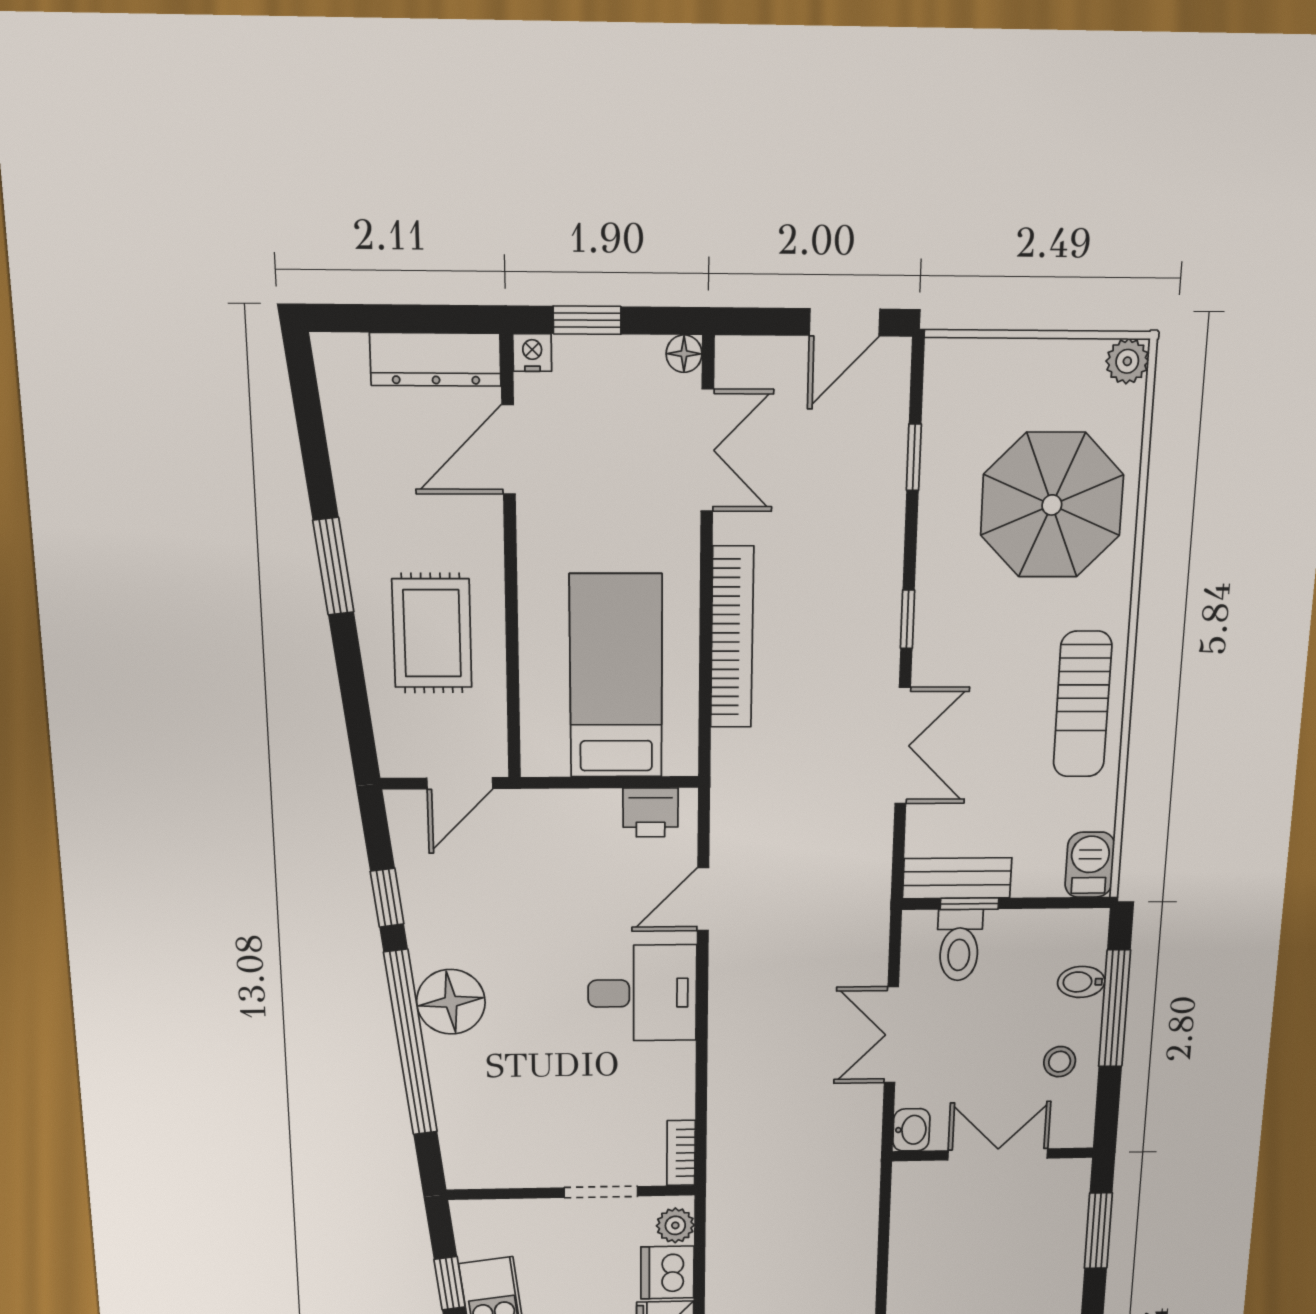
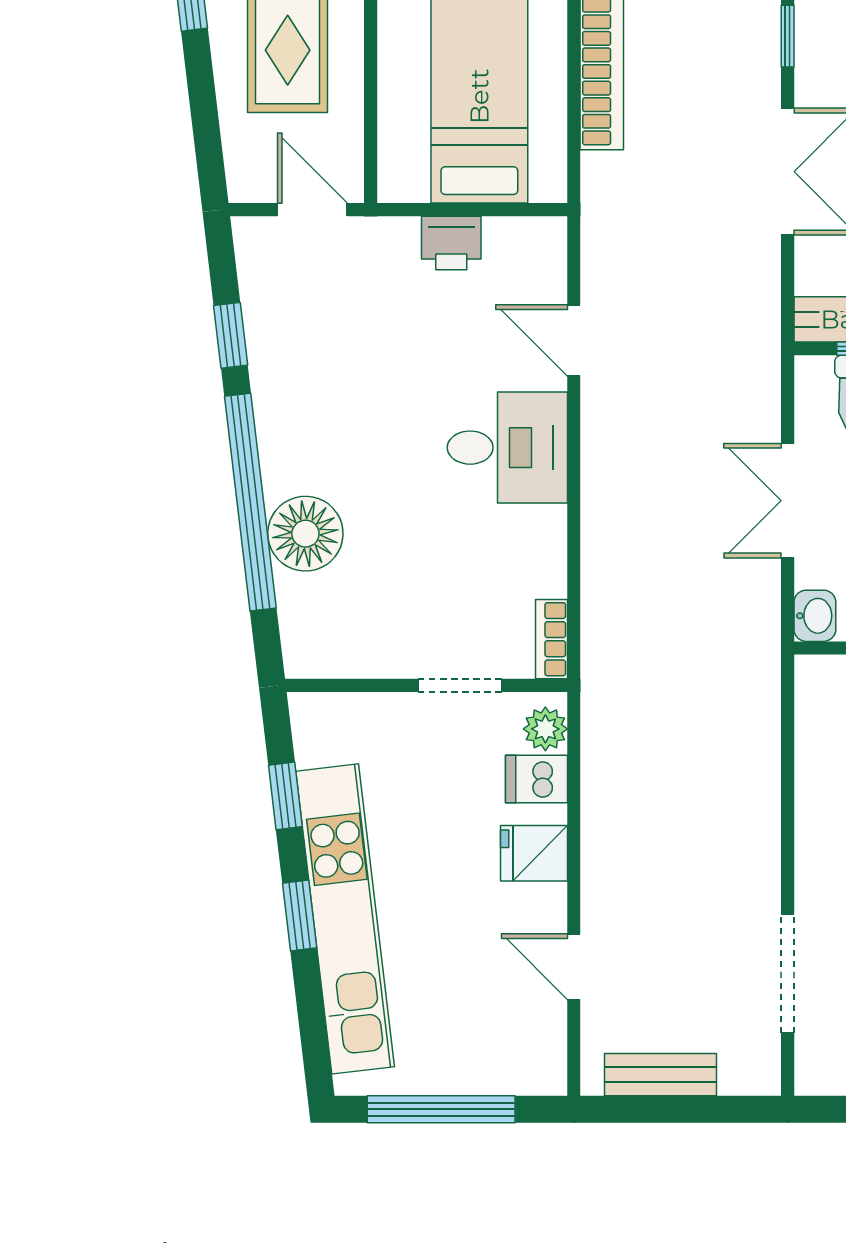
door: (460, 783) -> (312, 210), swing flipped
printer: (651, 812) -> (451, 243), moved
door: (703, 899) -> (574, 340), hinge flipped
floor lamp: (451, 1002) -> (305, 534), moved
dishwasher: (667, 1272) -> (537, 779), width x0.73

